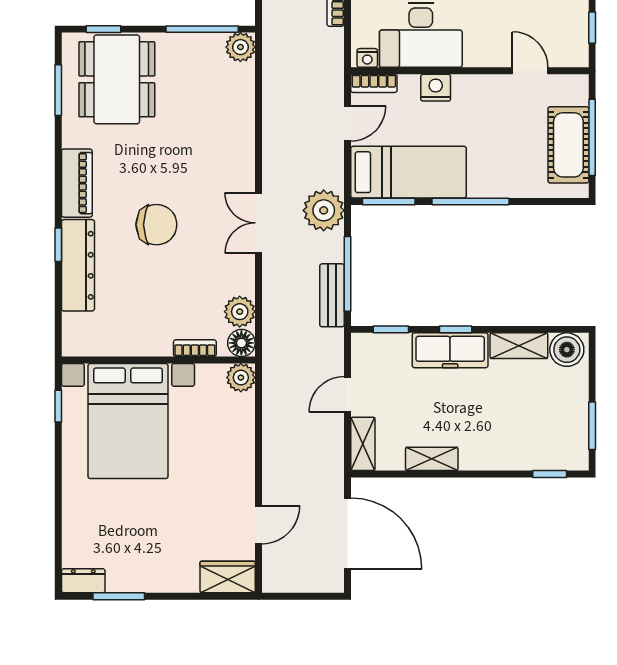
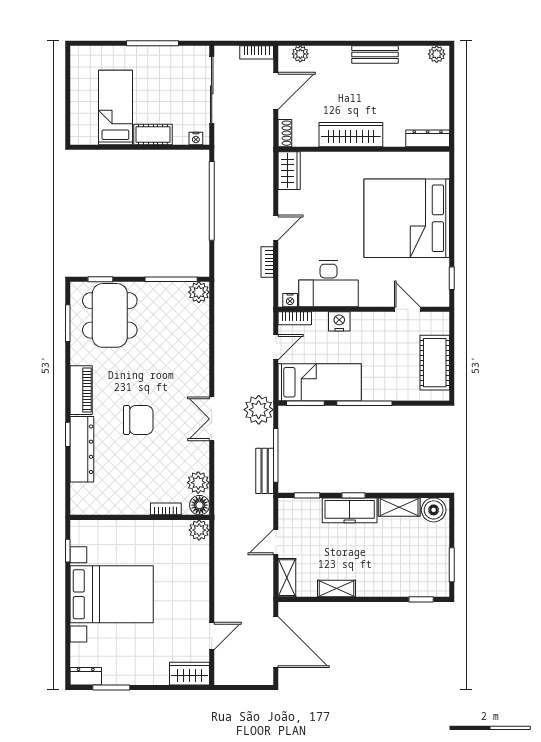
window: (592, 137) -> (452, 357), removed
bed with nightstands: (128, 421) -> (112, 594), moved, turned -90

